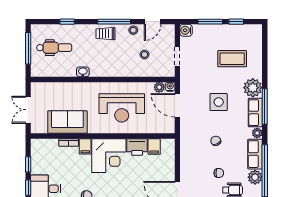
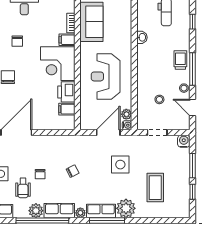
side table: (219, 102) -> (120, 165), moved

